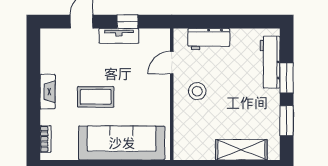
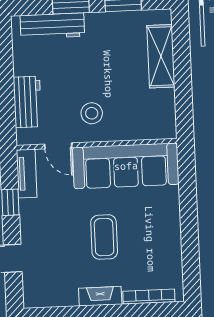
tv unit: (119, 36) -> (27, 174), moved
bookcase: (46, 139) -> (149, 297), width x1.56
sofa: (122, 143) -> (126, 166), moved, turned -90

